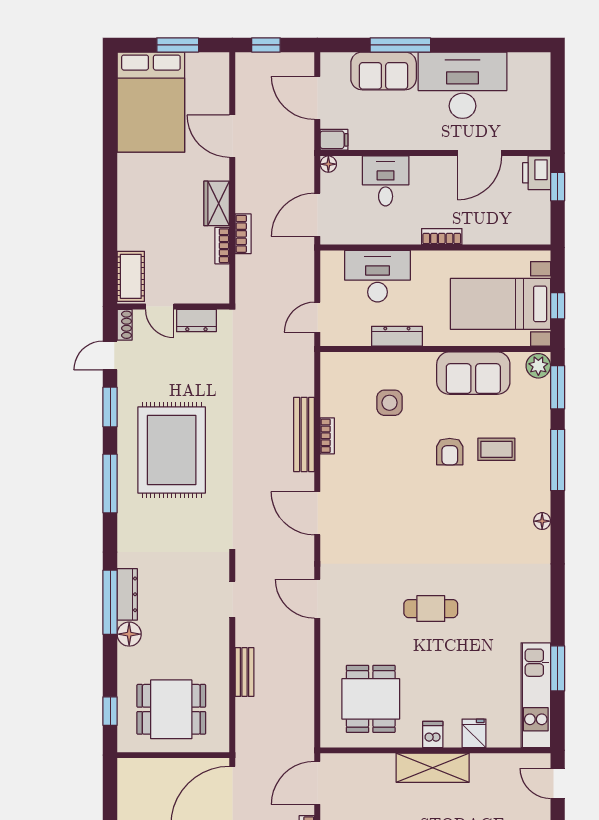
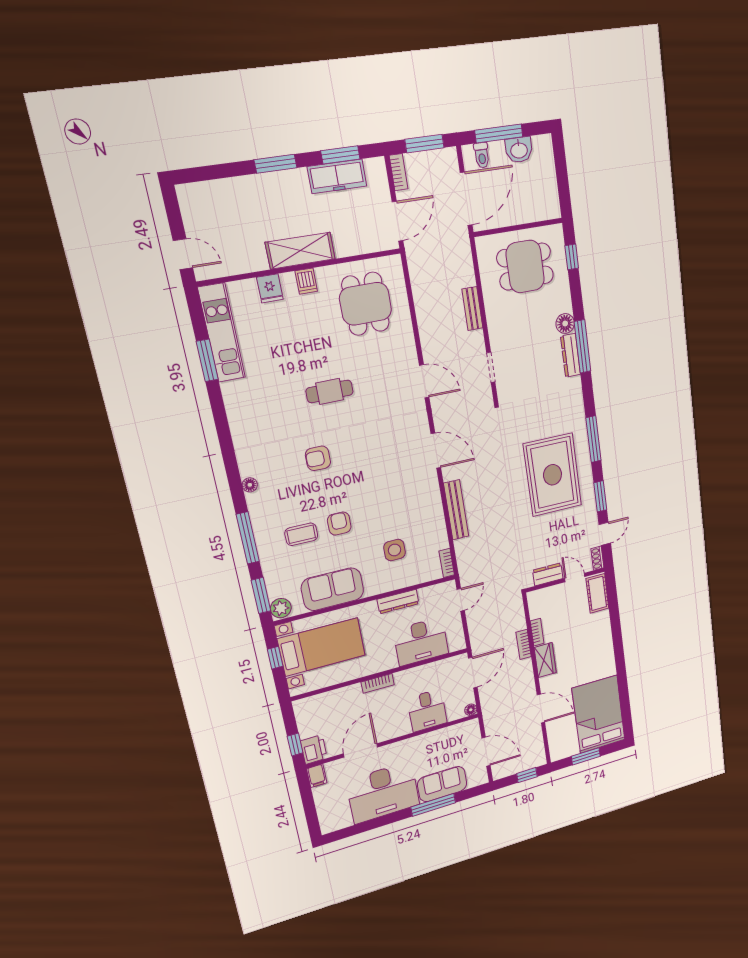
filing cabinet: (334, 140) -> (317, 776), moved, turned -90
bookcase: (327, 436) -> (447, 563), moved
armchair: (459, 535) -> (318, 458), added

